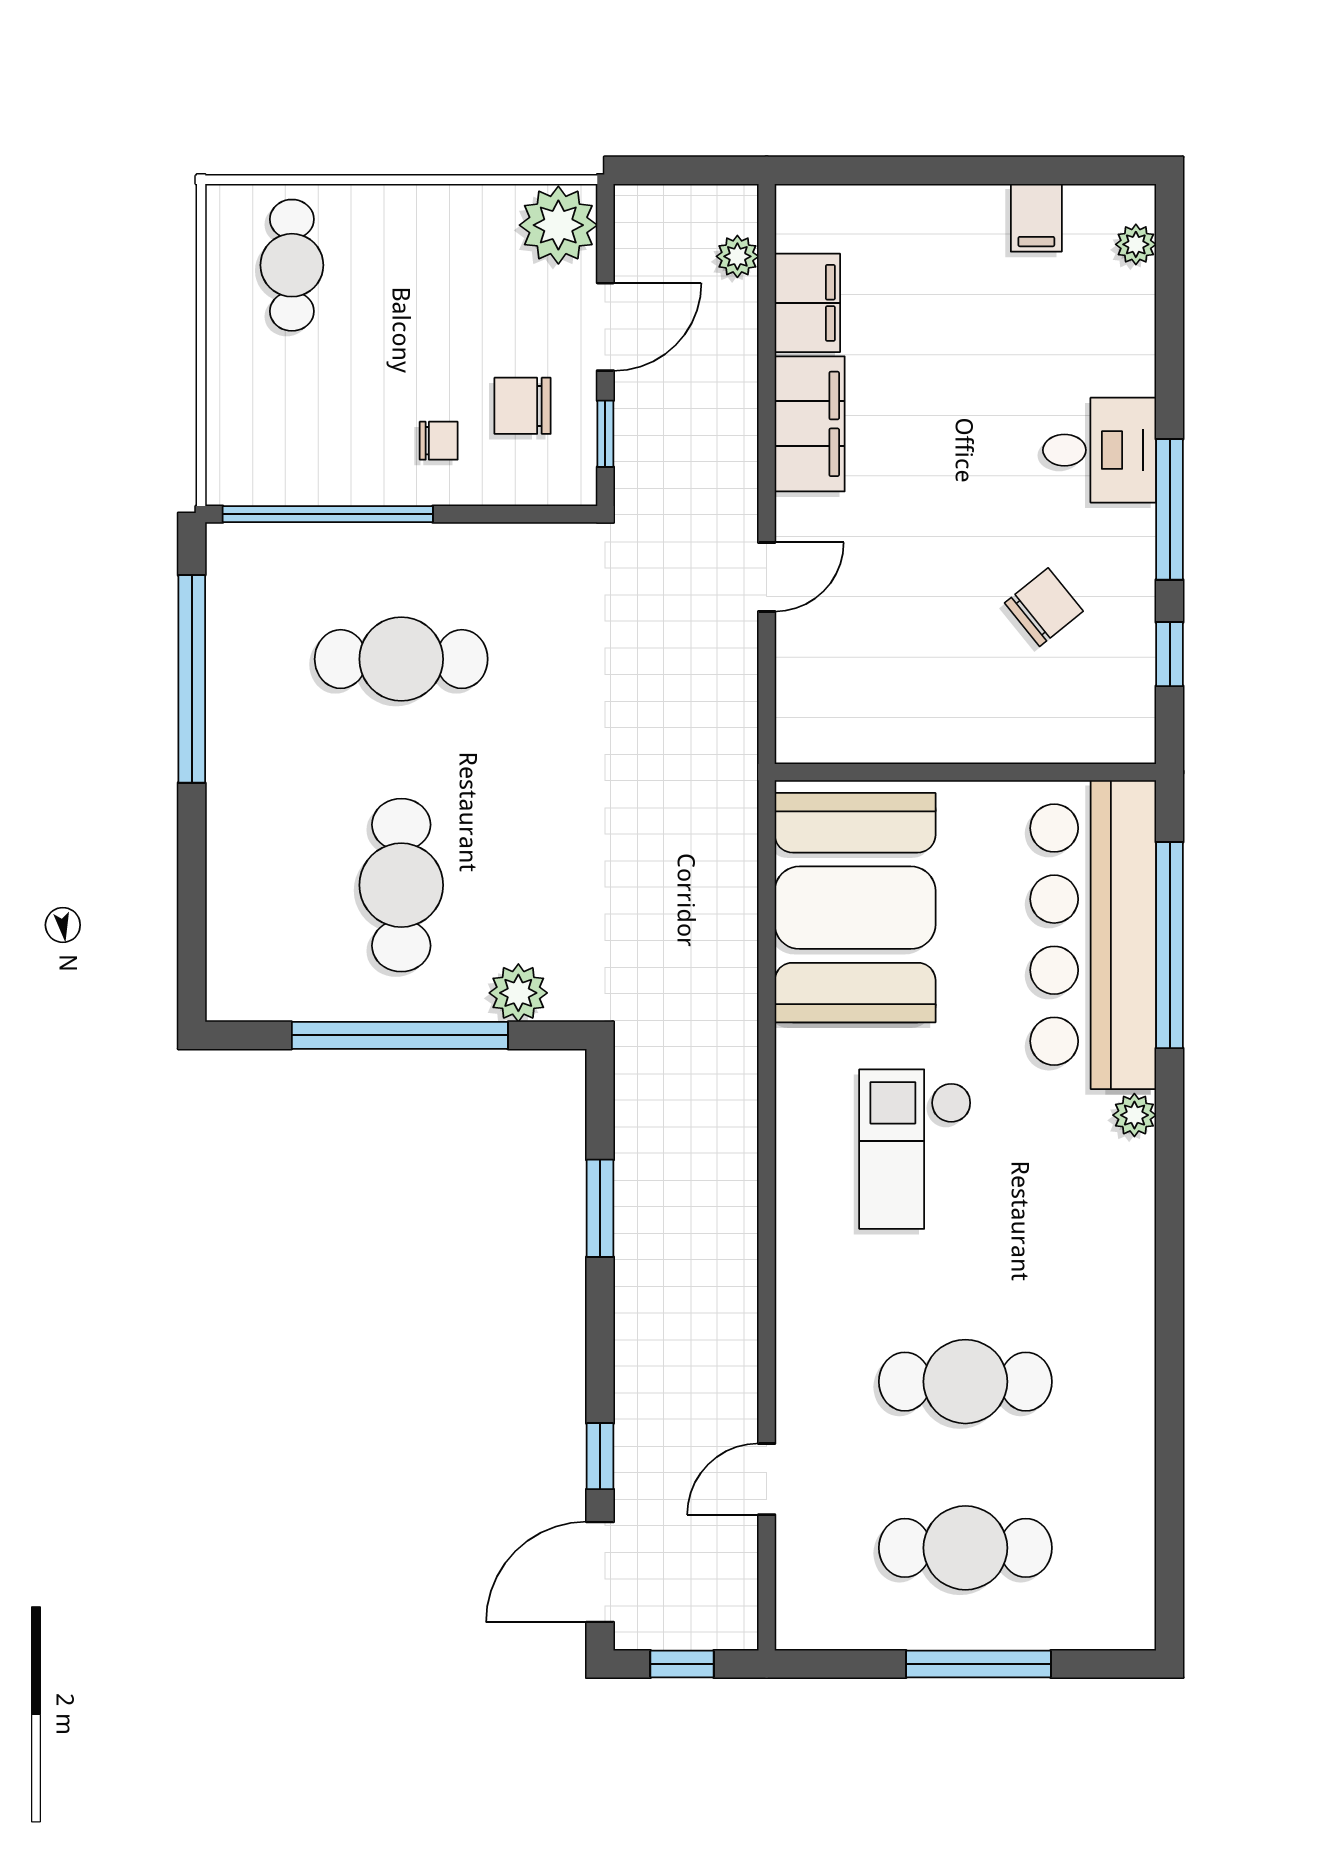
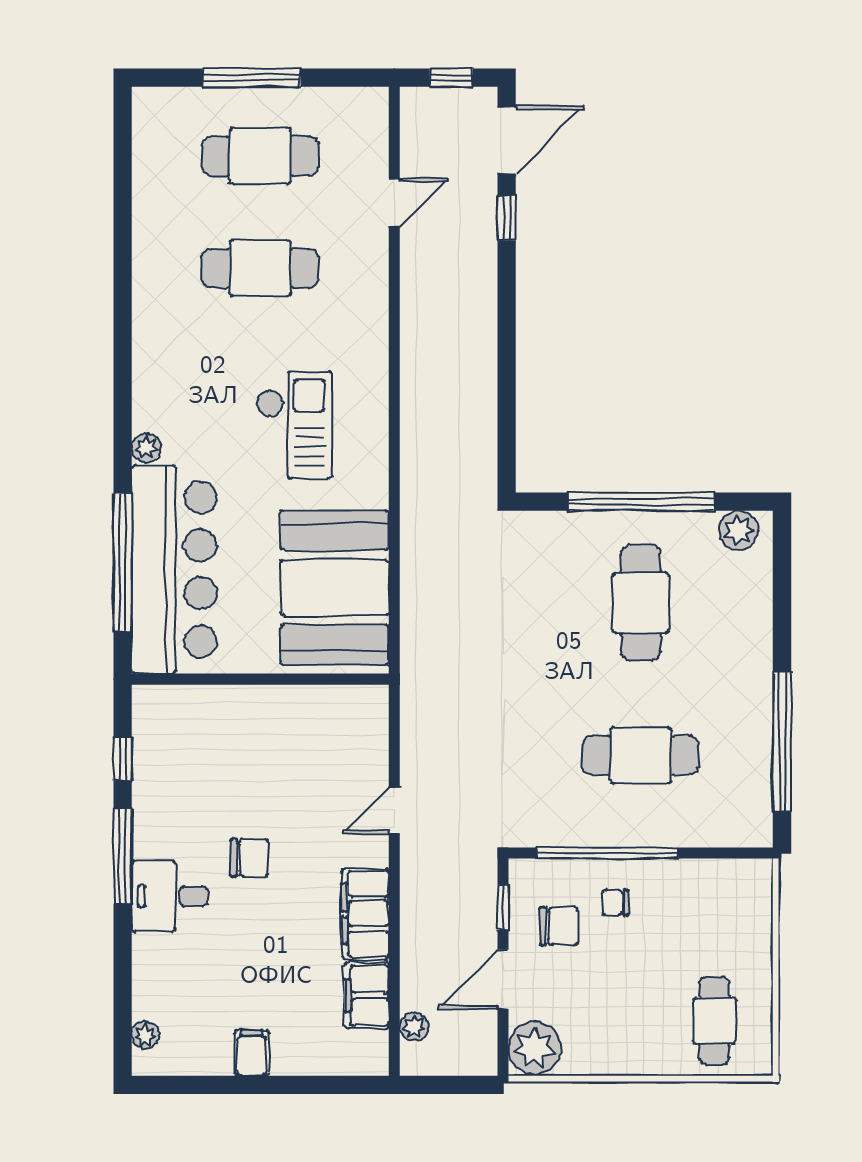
filing cabinet: (1036, 218) -> (252, 1053), moved
window: (328, 514) -> (607, 853), moved
chair: (1044, 607) -> (250, 858), moved, turned -141
plant: (518, 993) -> (738, 530), moved
window: (600, 1208) -> (507, 385), removed

